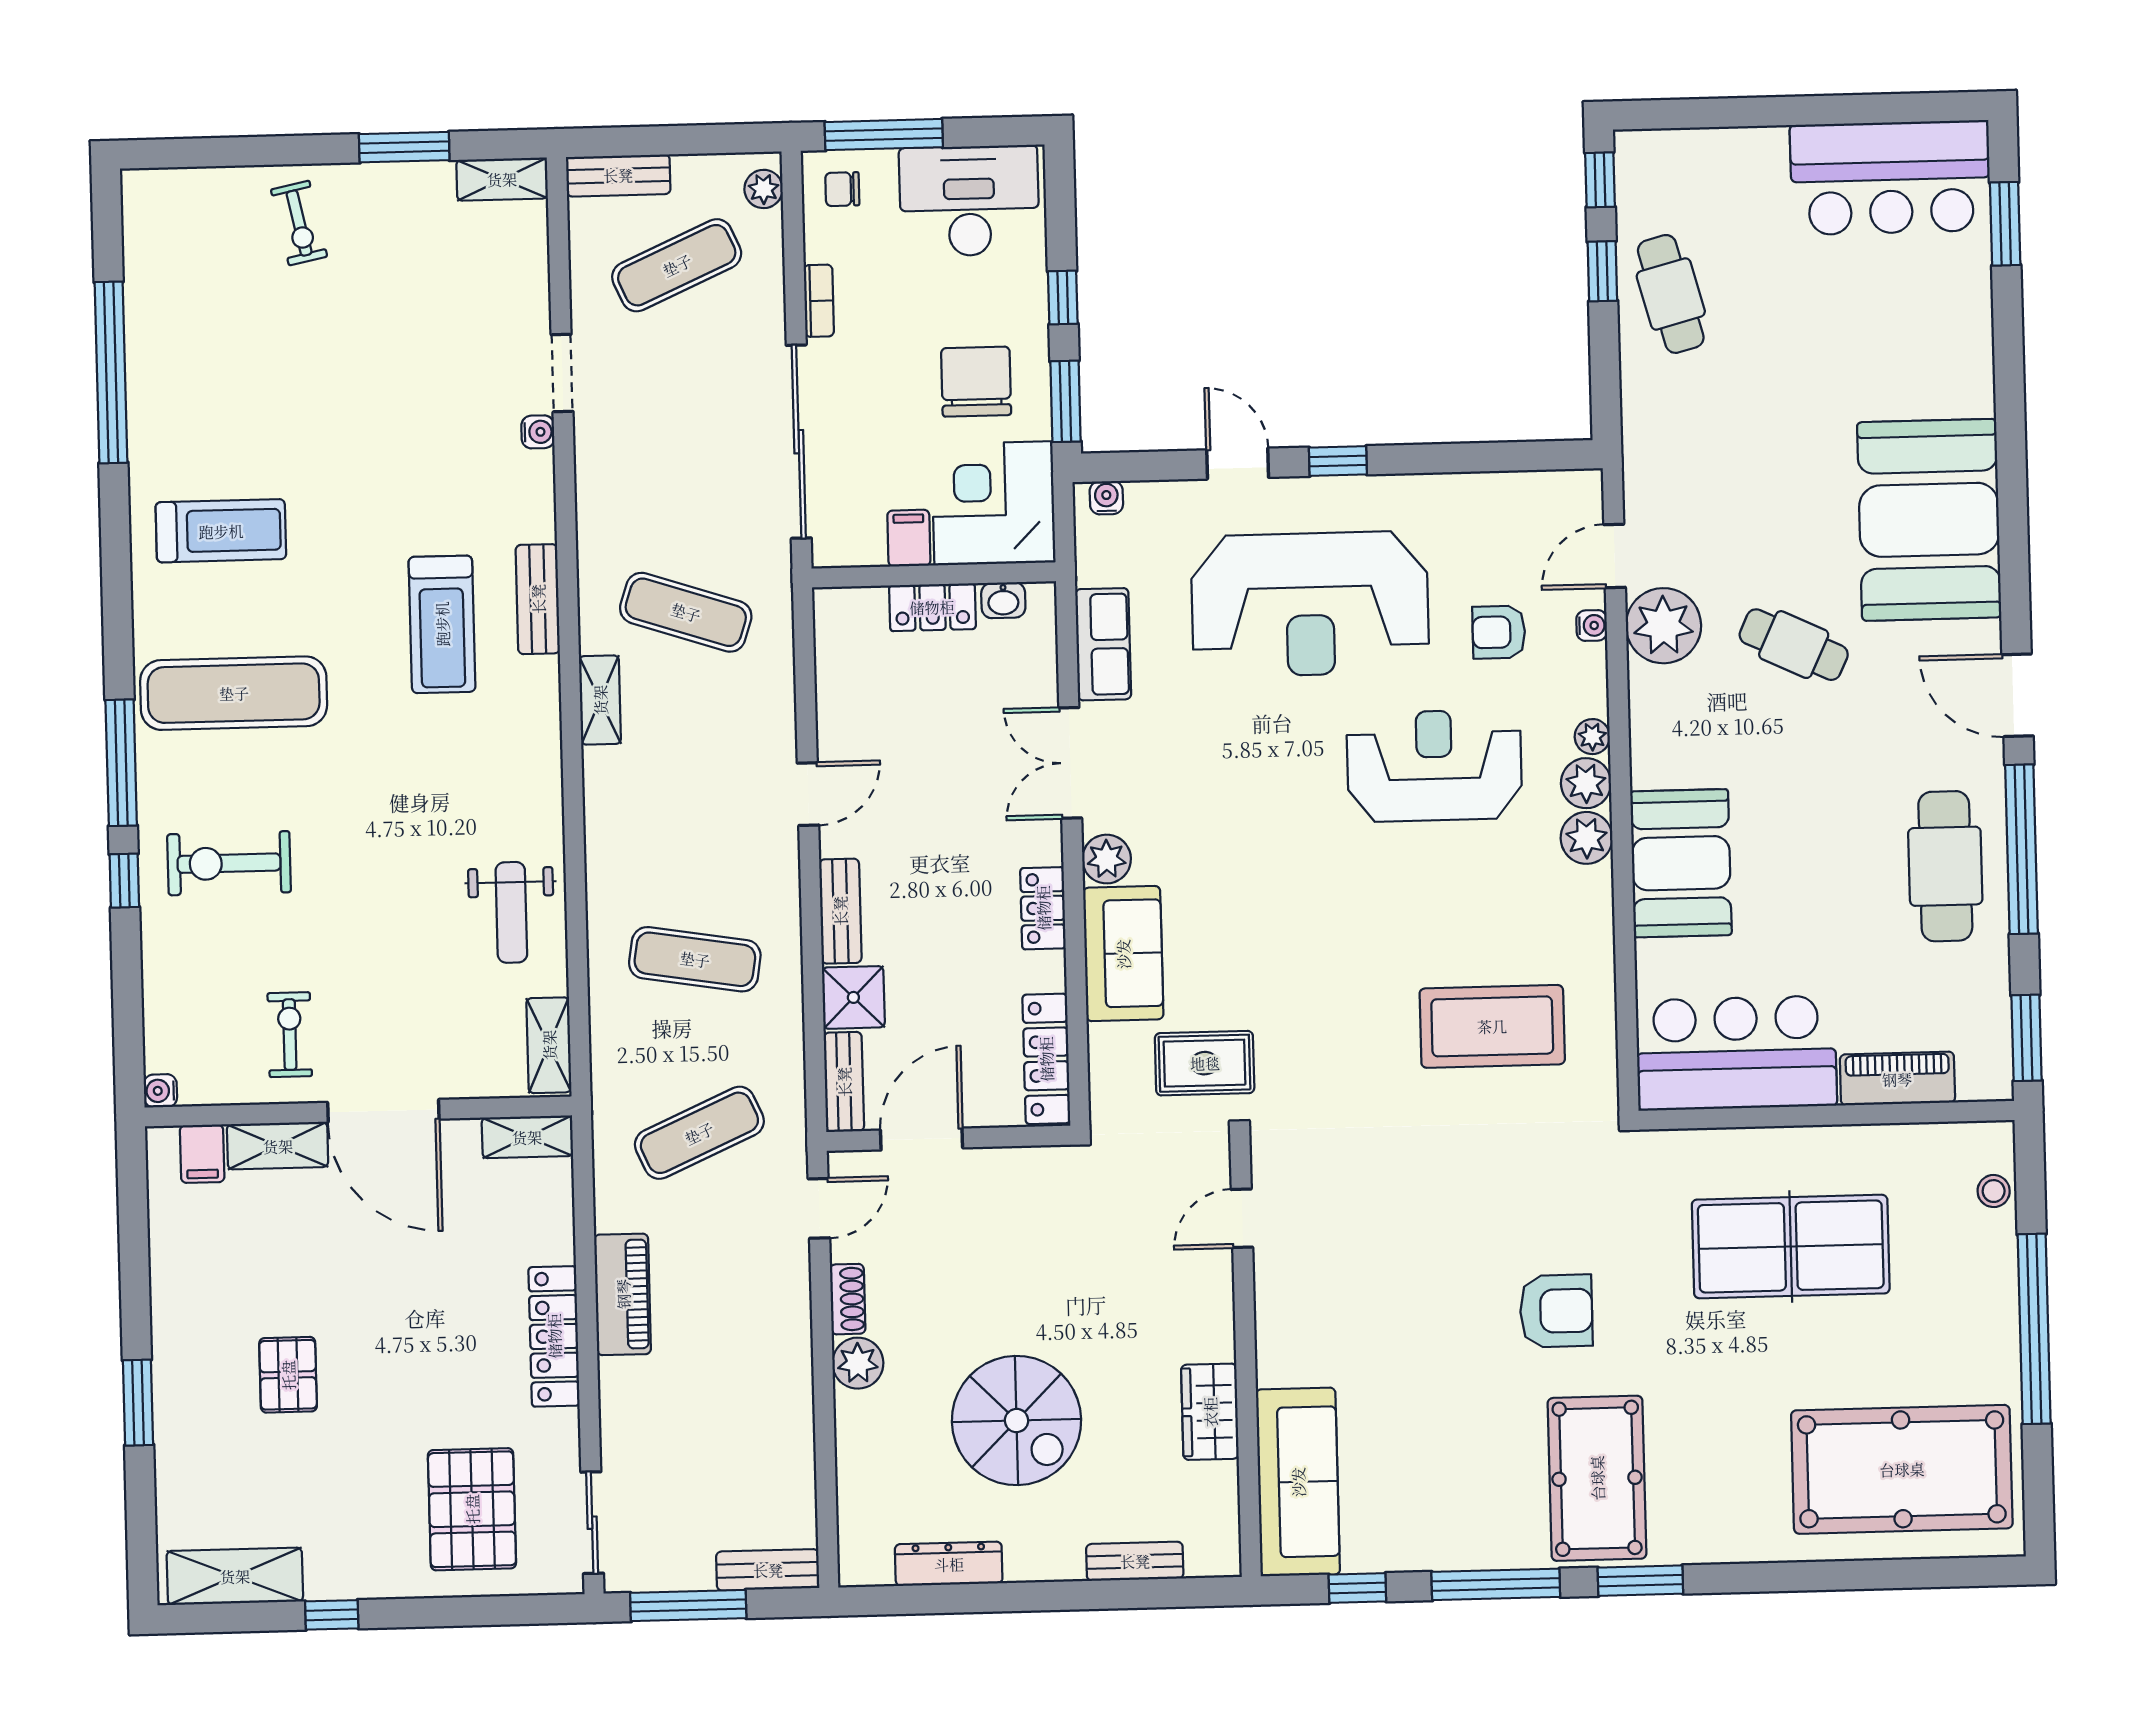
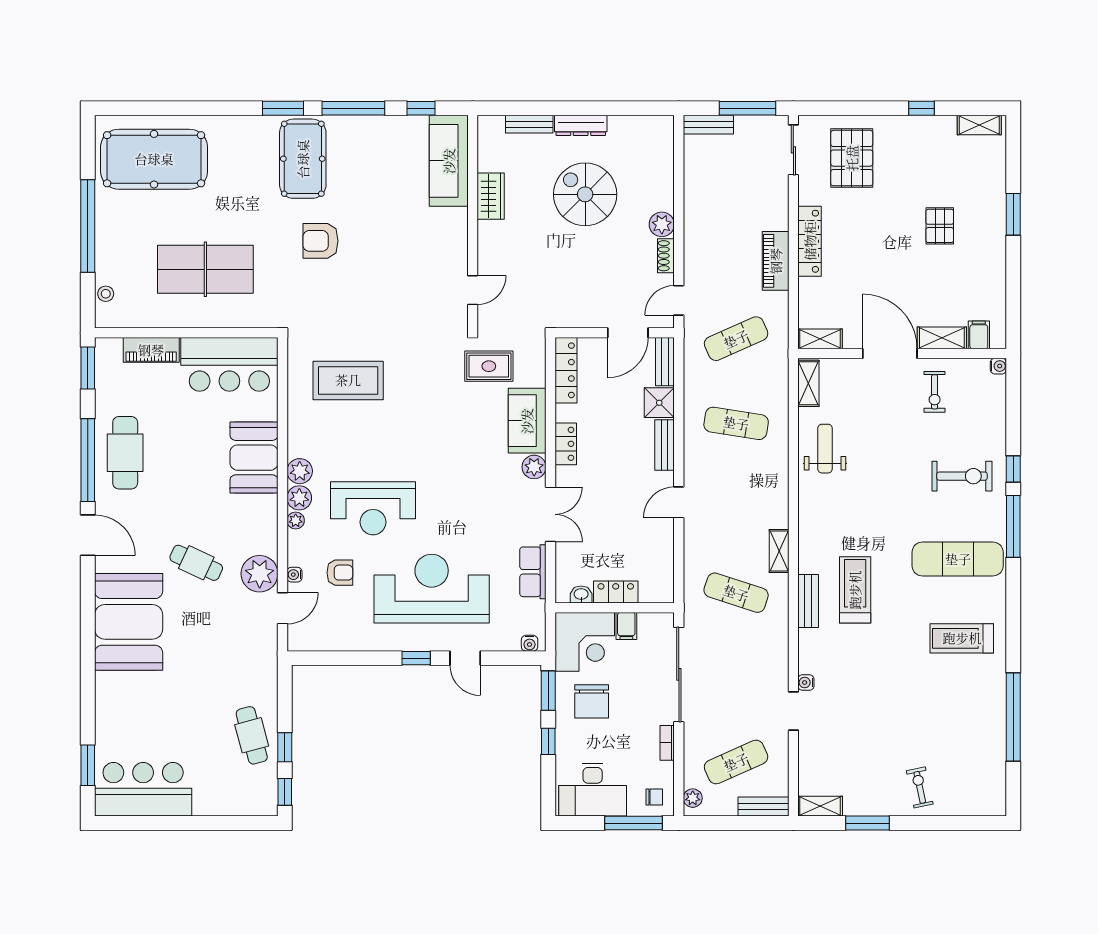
dresser: (949, 1564) -> (581, 125), moved
shelving: (235, 1576) -> (979, 125), width x0.67, depth x0.75

